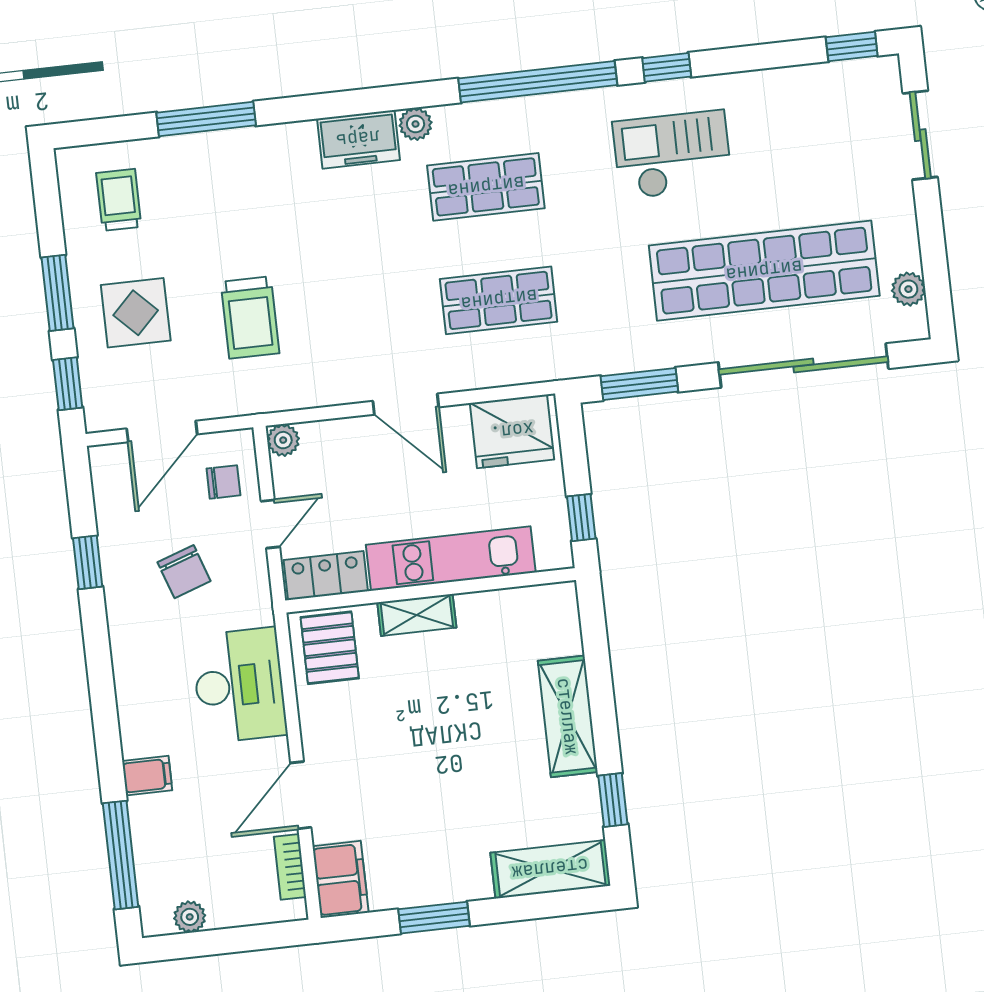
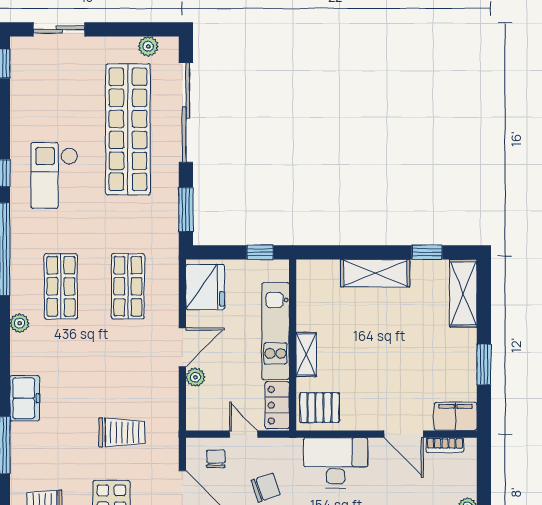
freezer: (358, 139) -> (25, 398), moved
plant: (283, 440) -> (195, 377), moved

